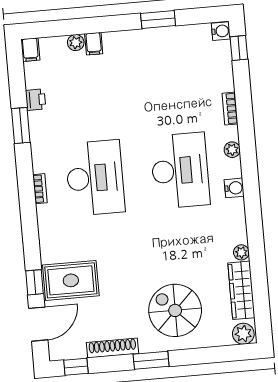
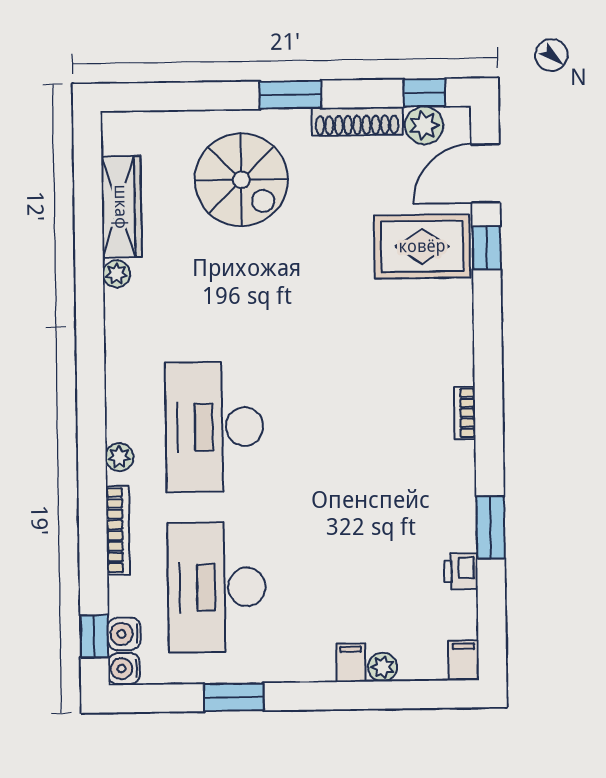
bookcase: (230, 109) -> (118, 530), width x1.56
desk: (95, 178) -> (217, 587), moved
water cooler: (234, 188) -> (124, 634), moved
plant: (243, 334) -> (424, 125), moved

